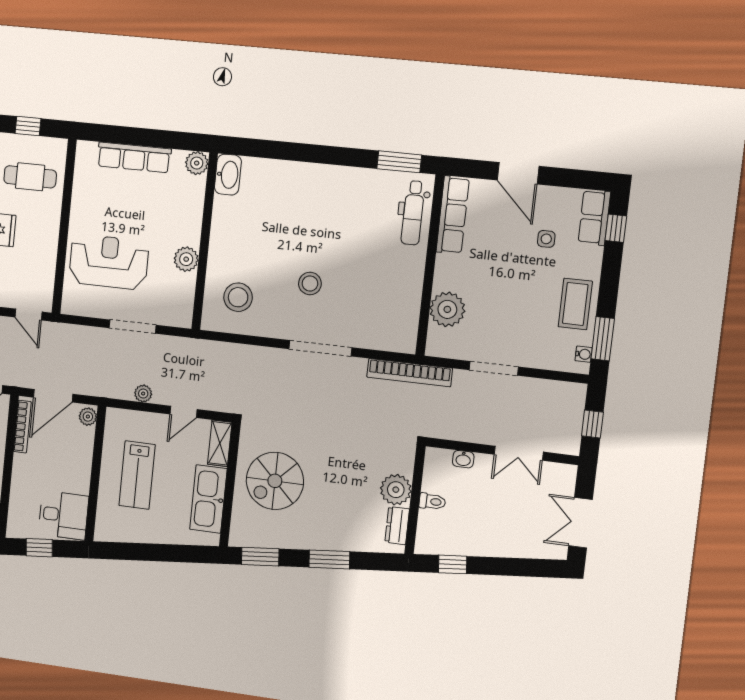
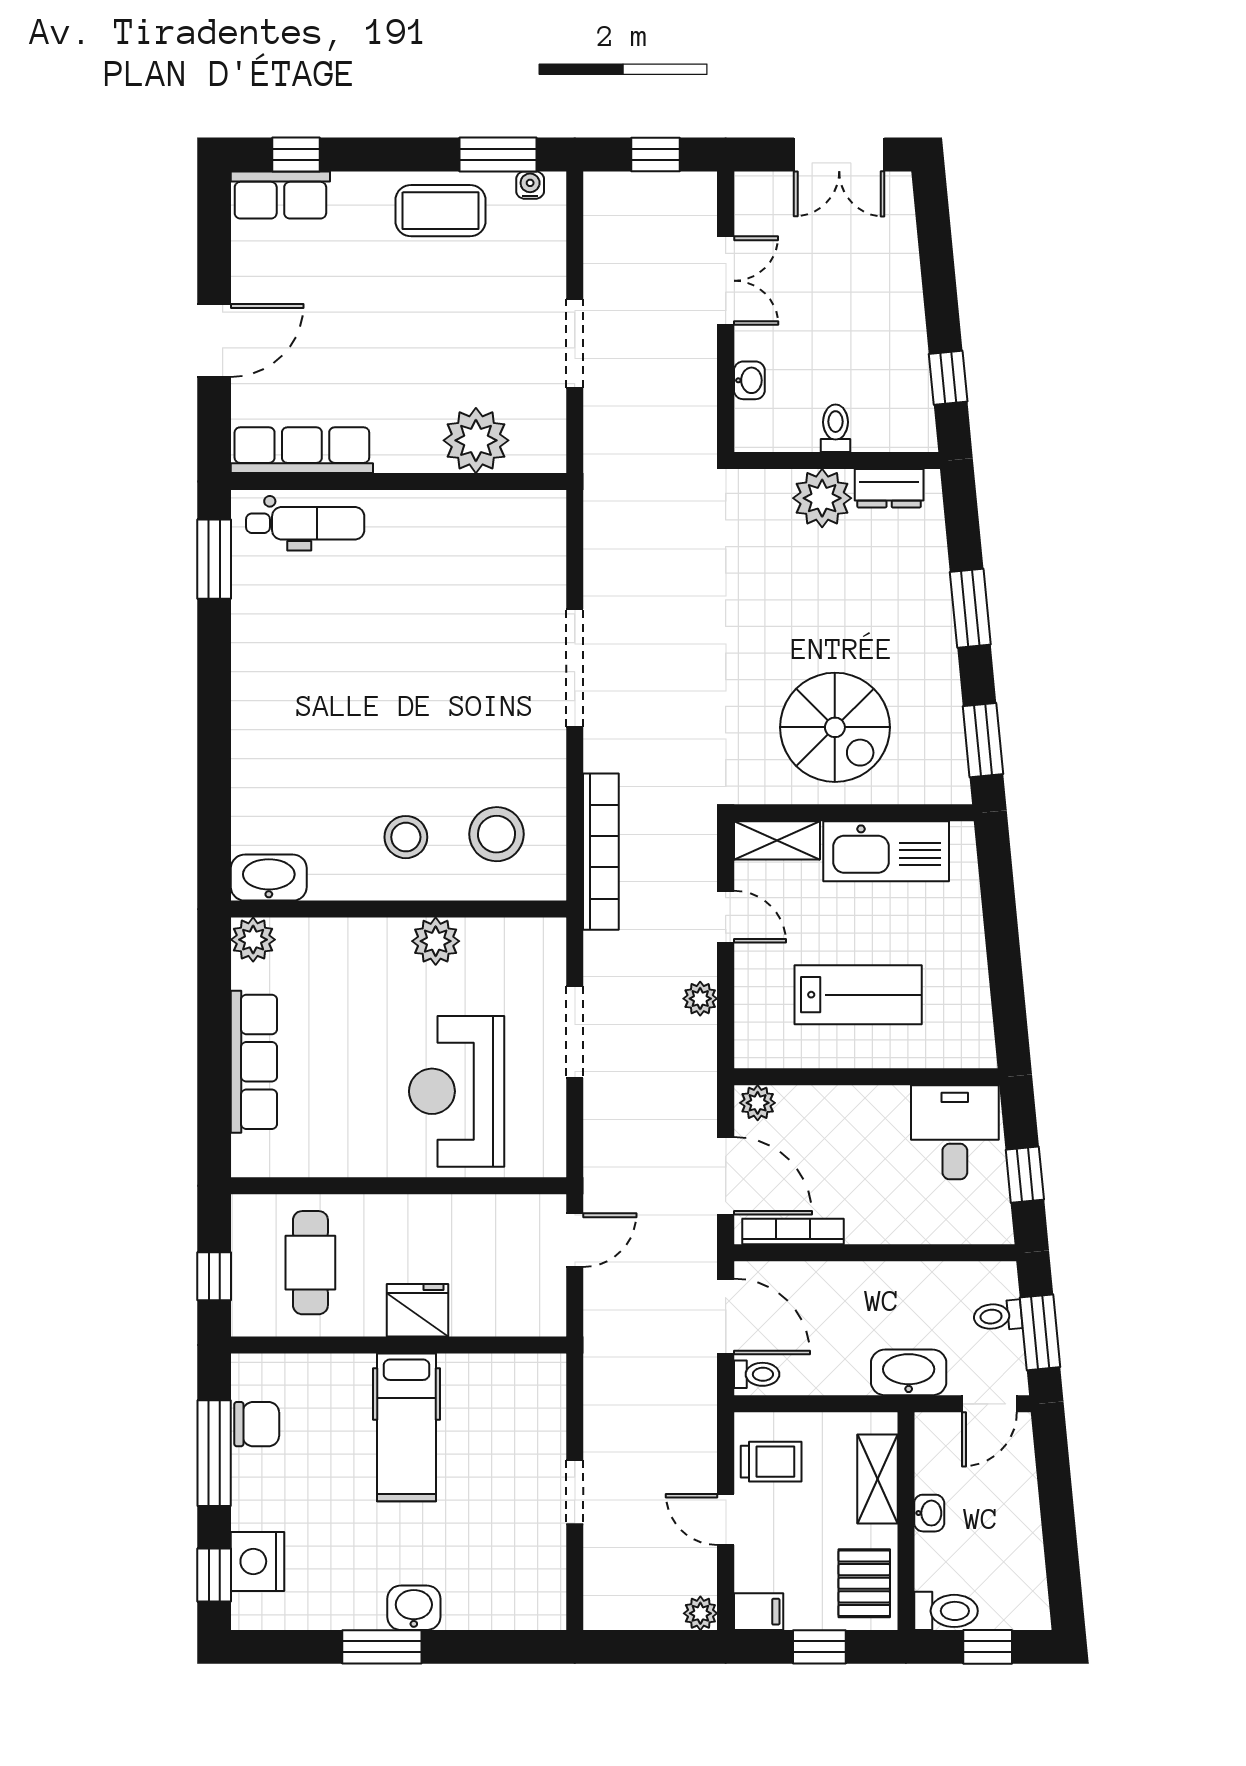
side table: (546, 239) -> (328, 276), removed
stool: (310, 283) -> (406, 837), moved
bookcase: (410, 373) -> (601, 852), moved

